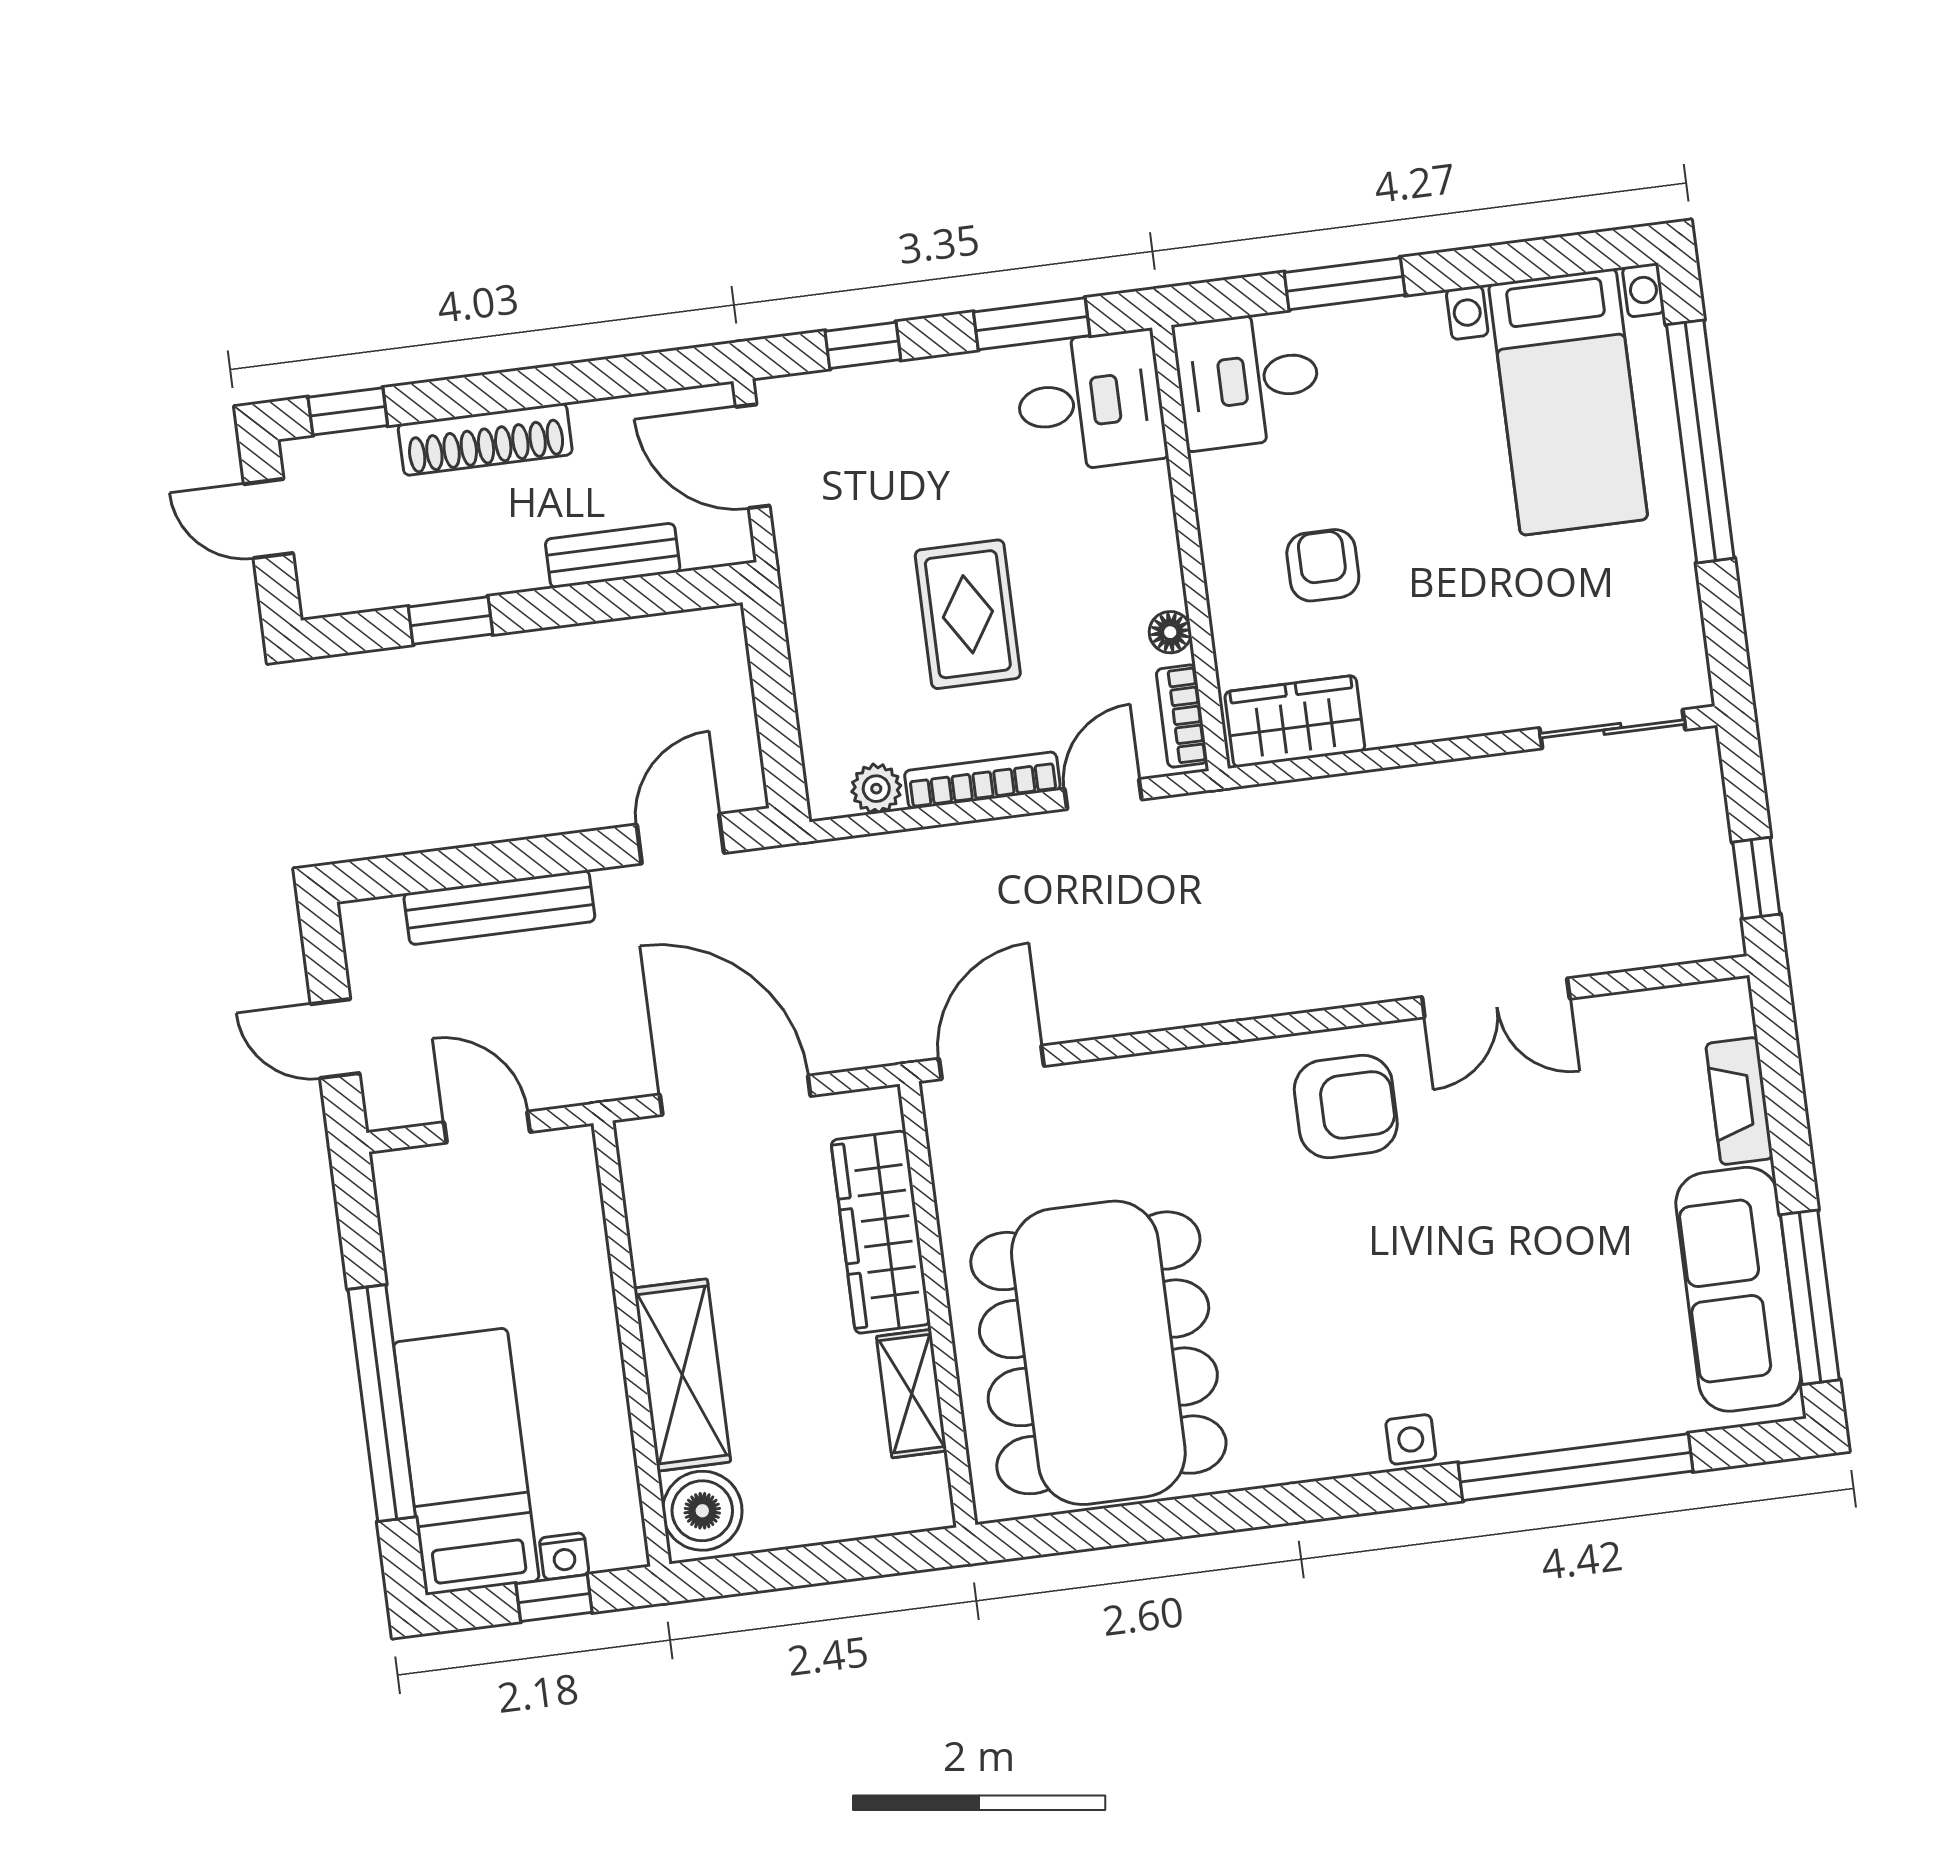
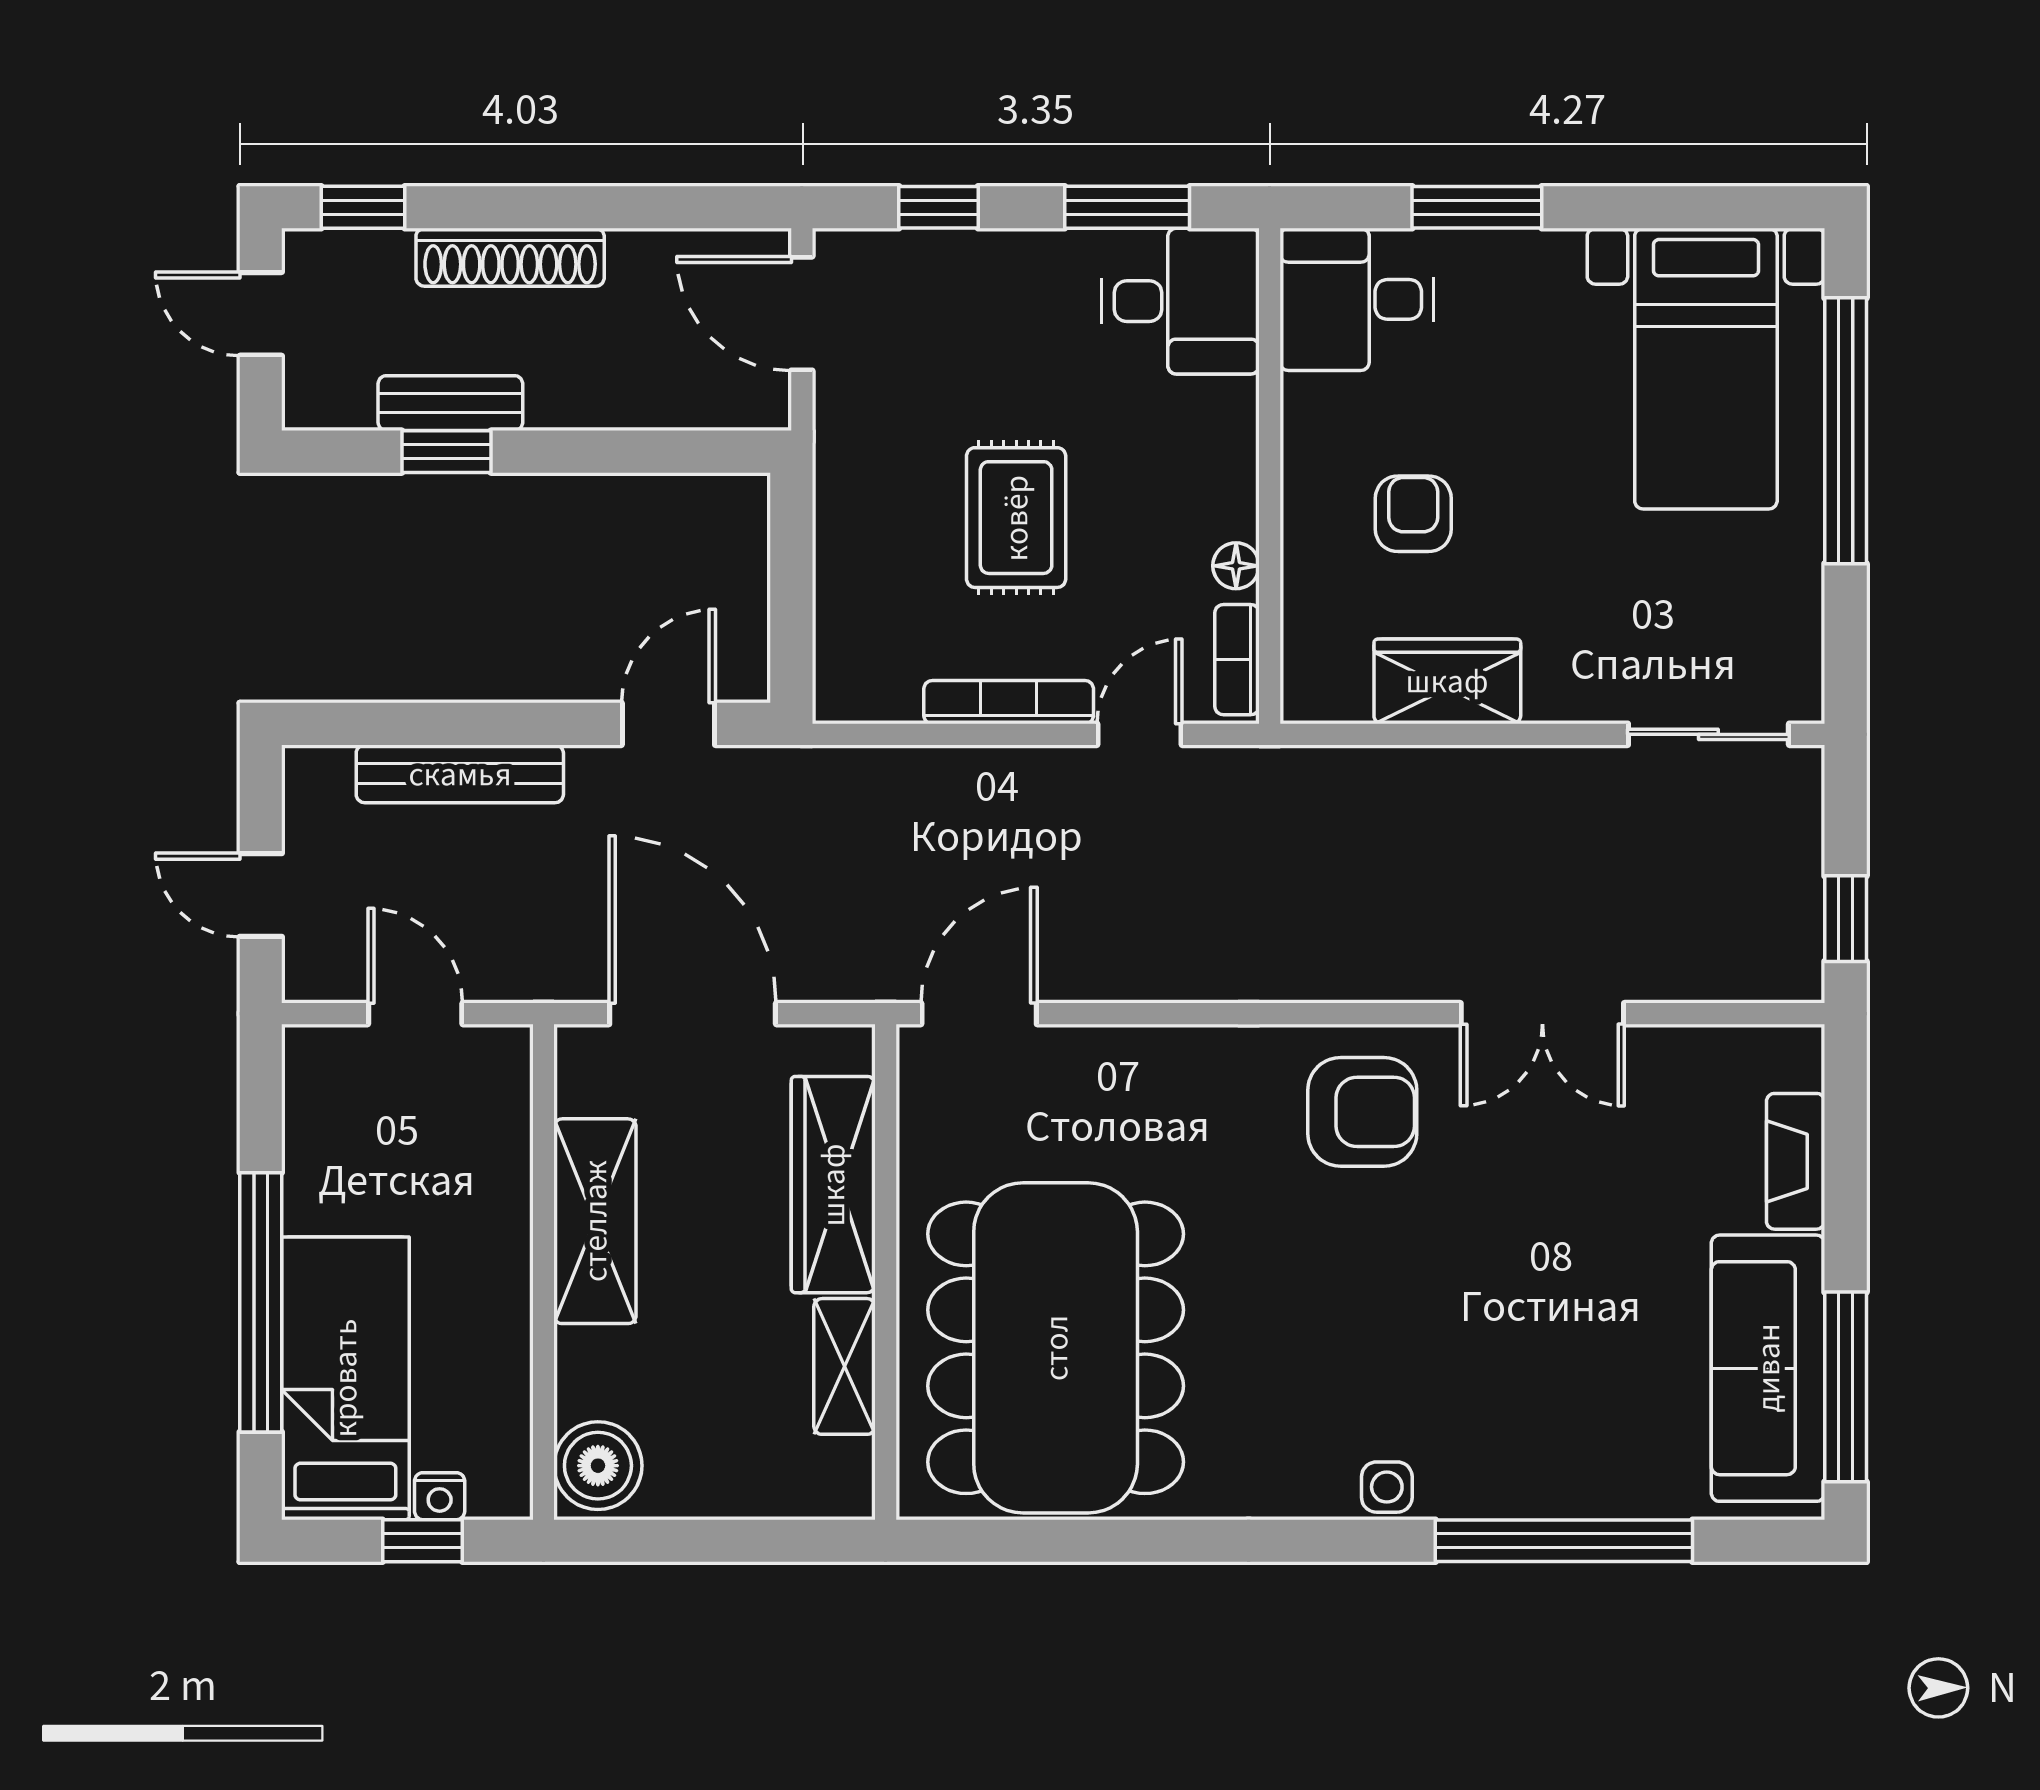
bench: (613, 556) -> (450, 403), moved
wardrobe: (1295, 721) -> (1447, 681), moved
plant: (876, 789) -> (891, 696), removed
shelving: (682, 1375) -> (595, 1221), moved

